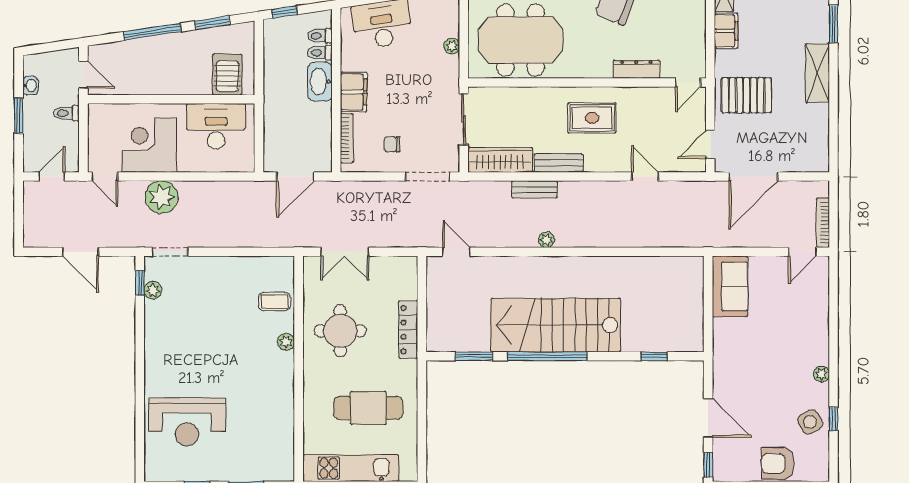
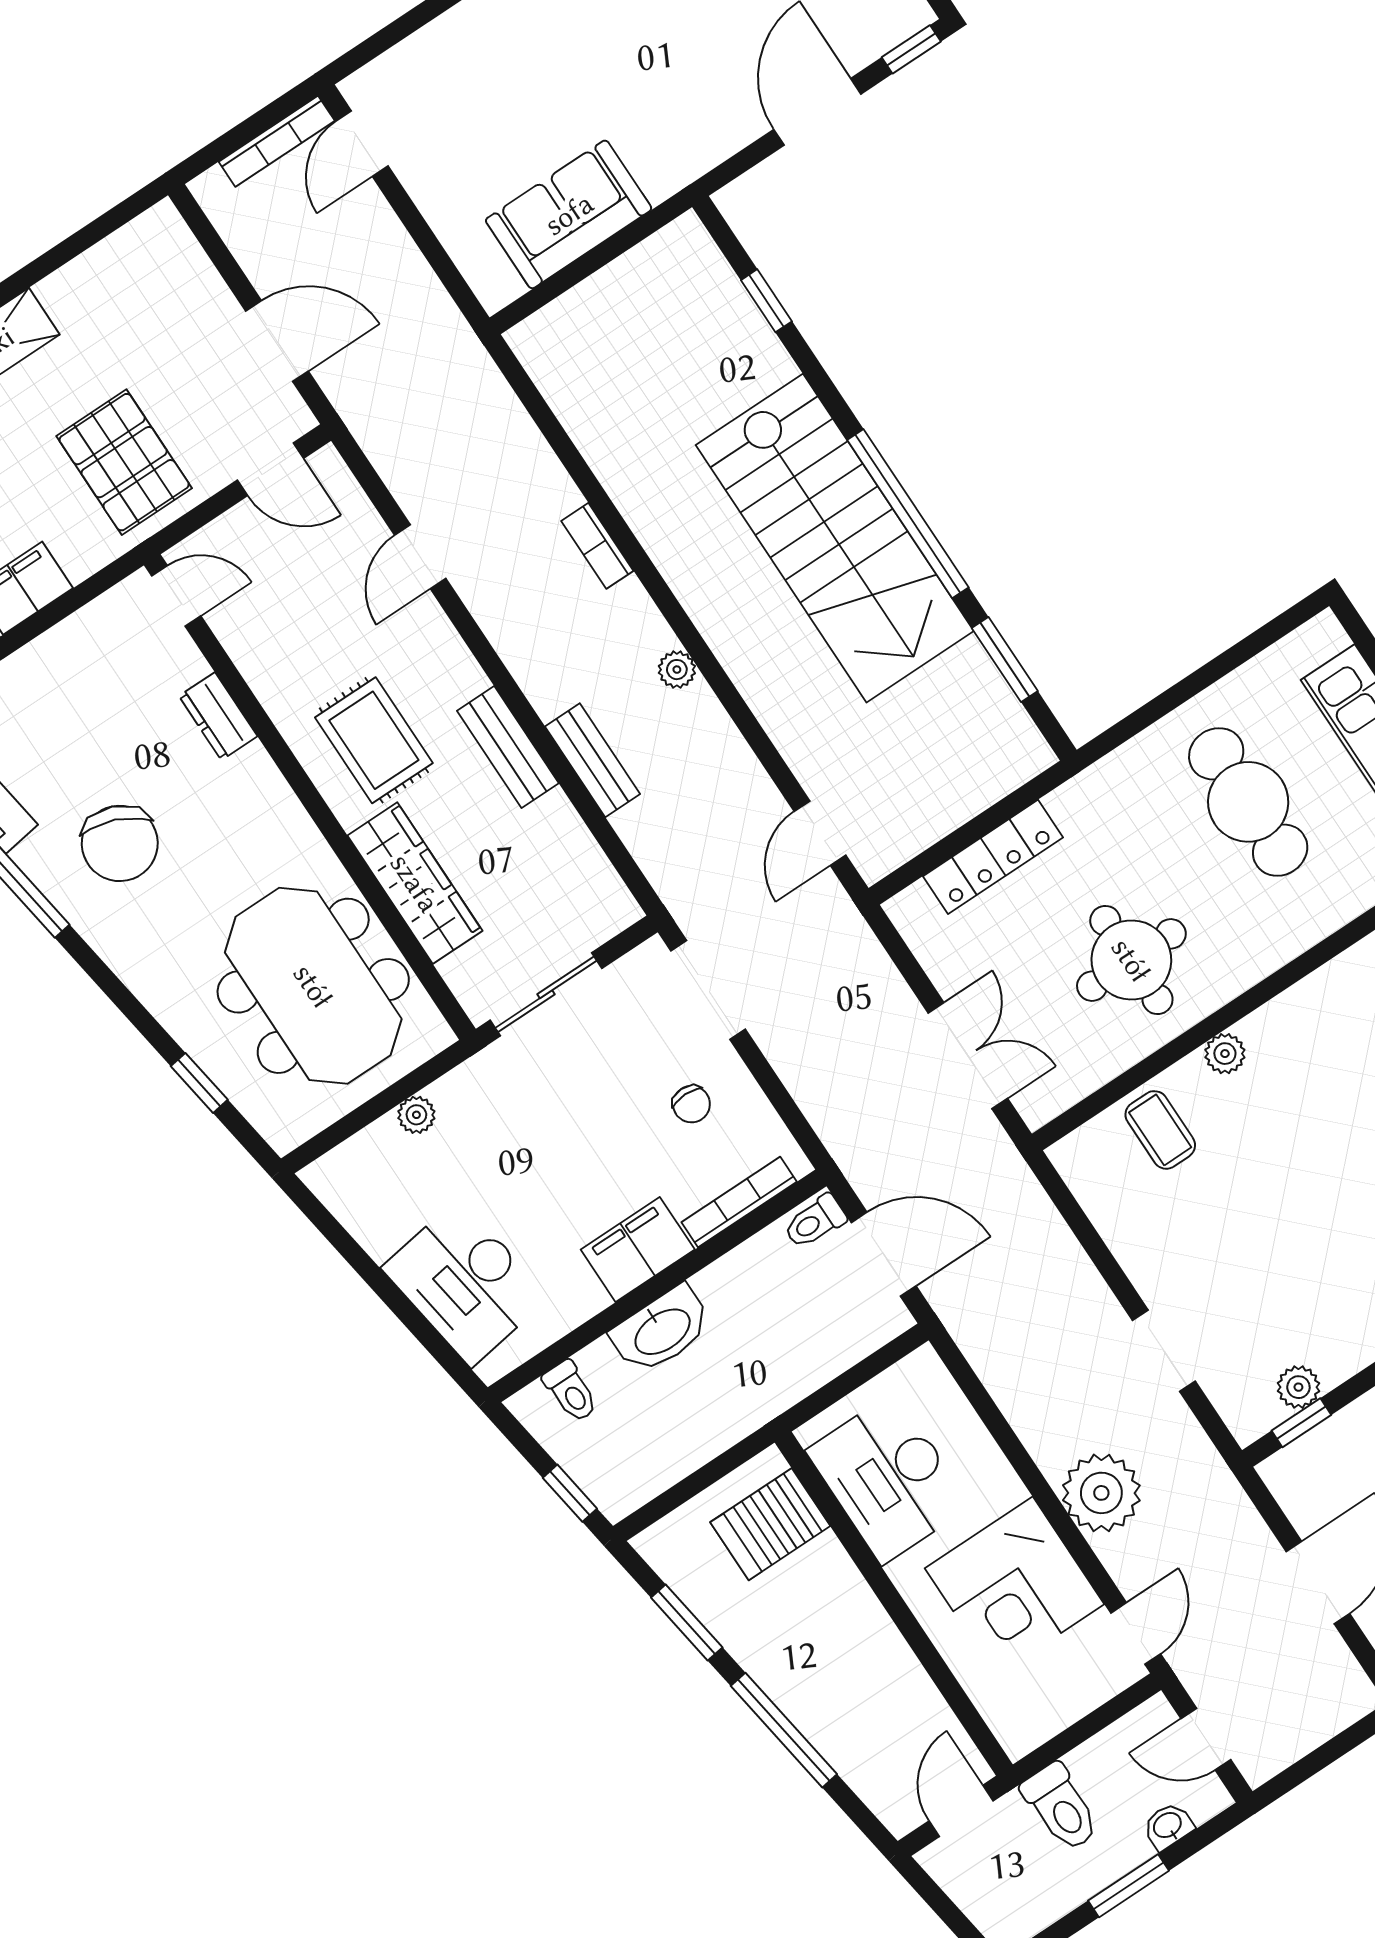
toilet: (320, 53) -> (815, 1222), moved, turned 90
dresser: (636, 69) -> (218, 716), width x0.70
washbasin: (30, 86) -> (1168, 1826), moved
toilet: (66, 113) -> (1061, 1807), width x1.37, depth x1.39
wardrobe: (500, 160) -> (415, 883), moved, turned 180
door: (753, 177) -> (277, 341), width x0.73
bookcase: (608, 241) -> (597, 546), added
doorway: (170, 252) -> (1164, 1351), moved
door: (802, 252) -> (362, 144), swing flipped
sofa: (730, 286) -> (569, 214), moved
locker: (408, 330) -> (993, 857), moved

